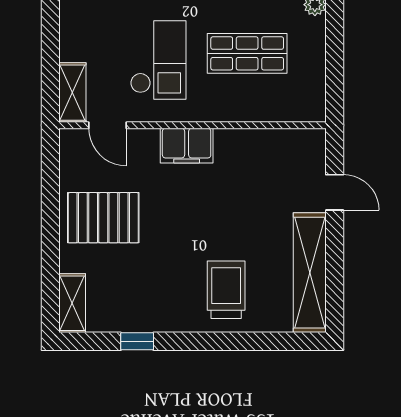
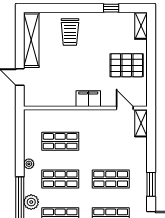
checkout: (158, 60) -> (101, 138), removed

